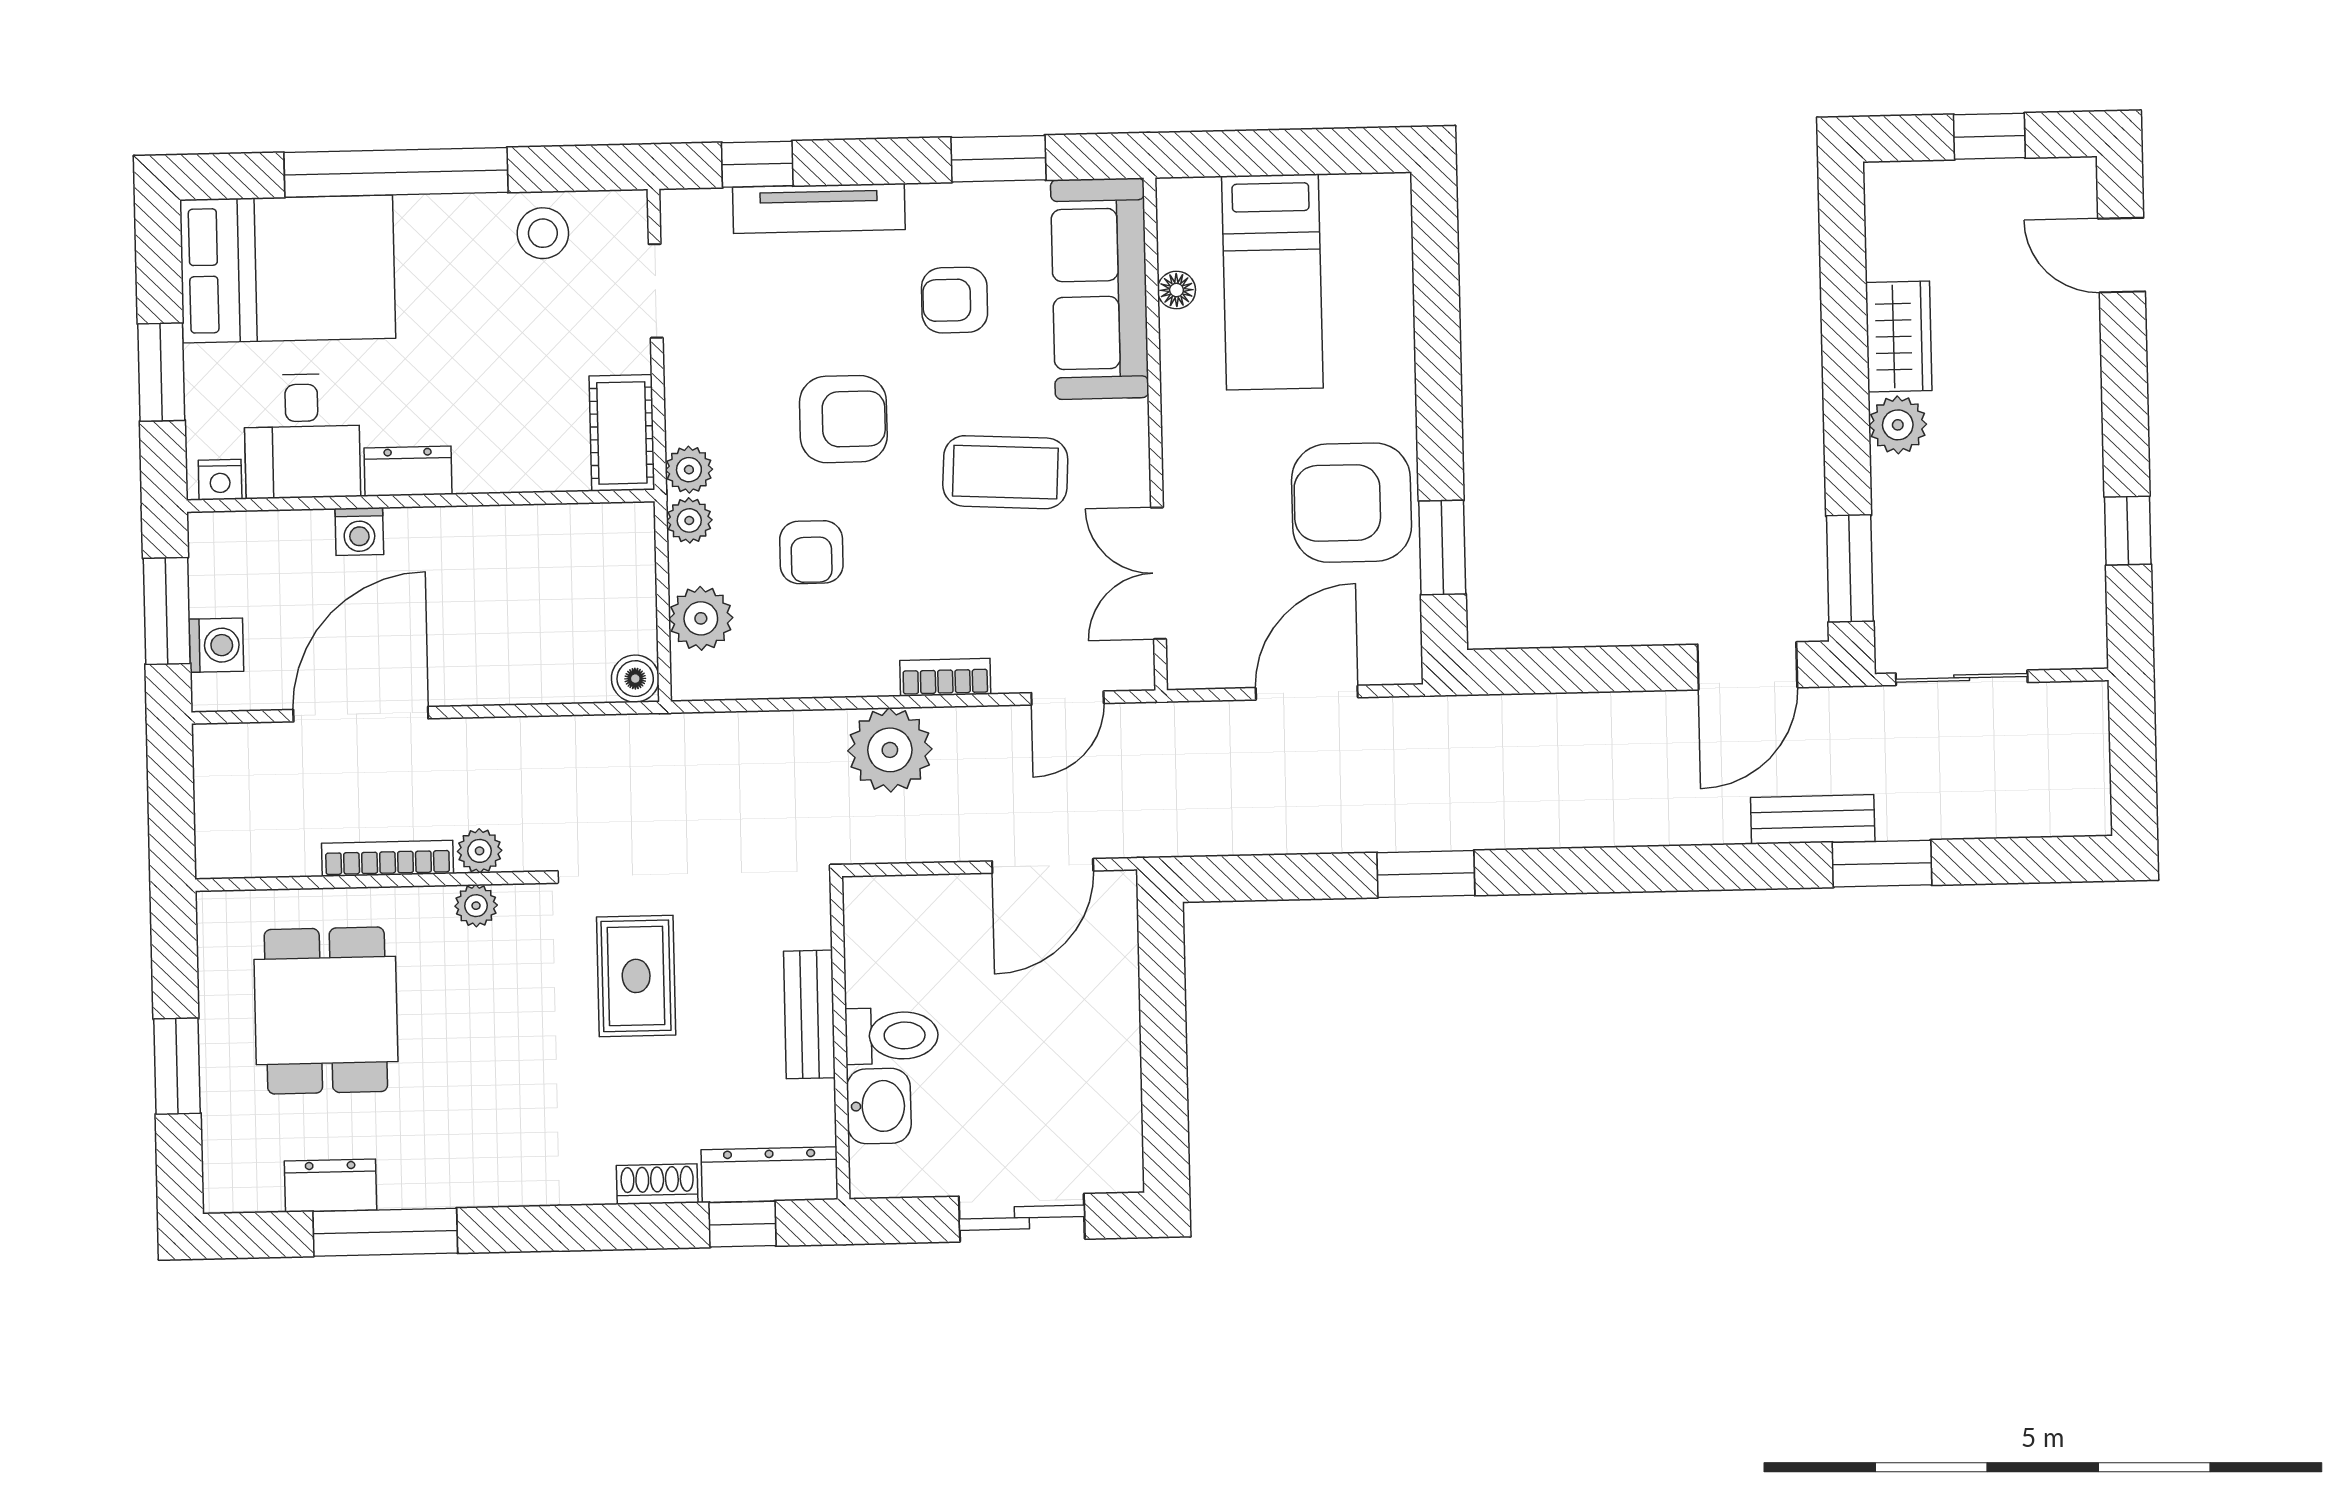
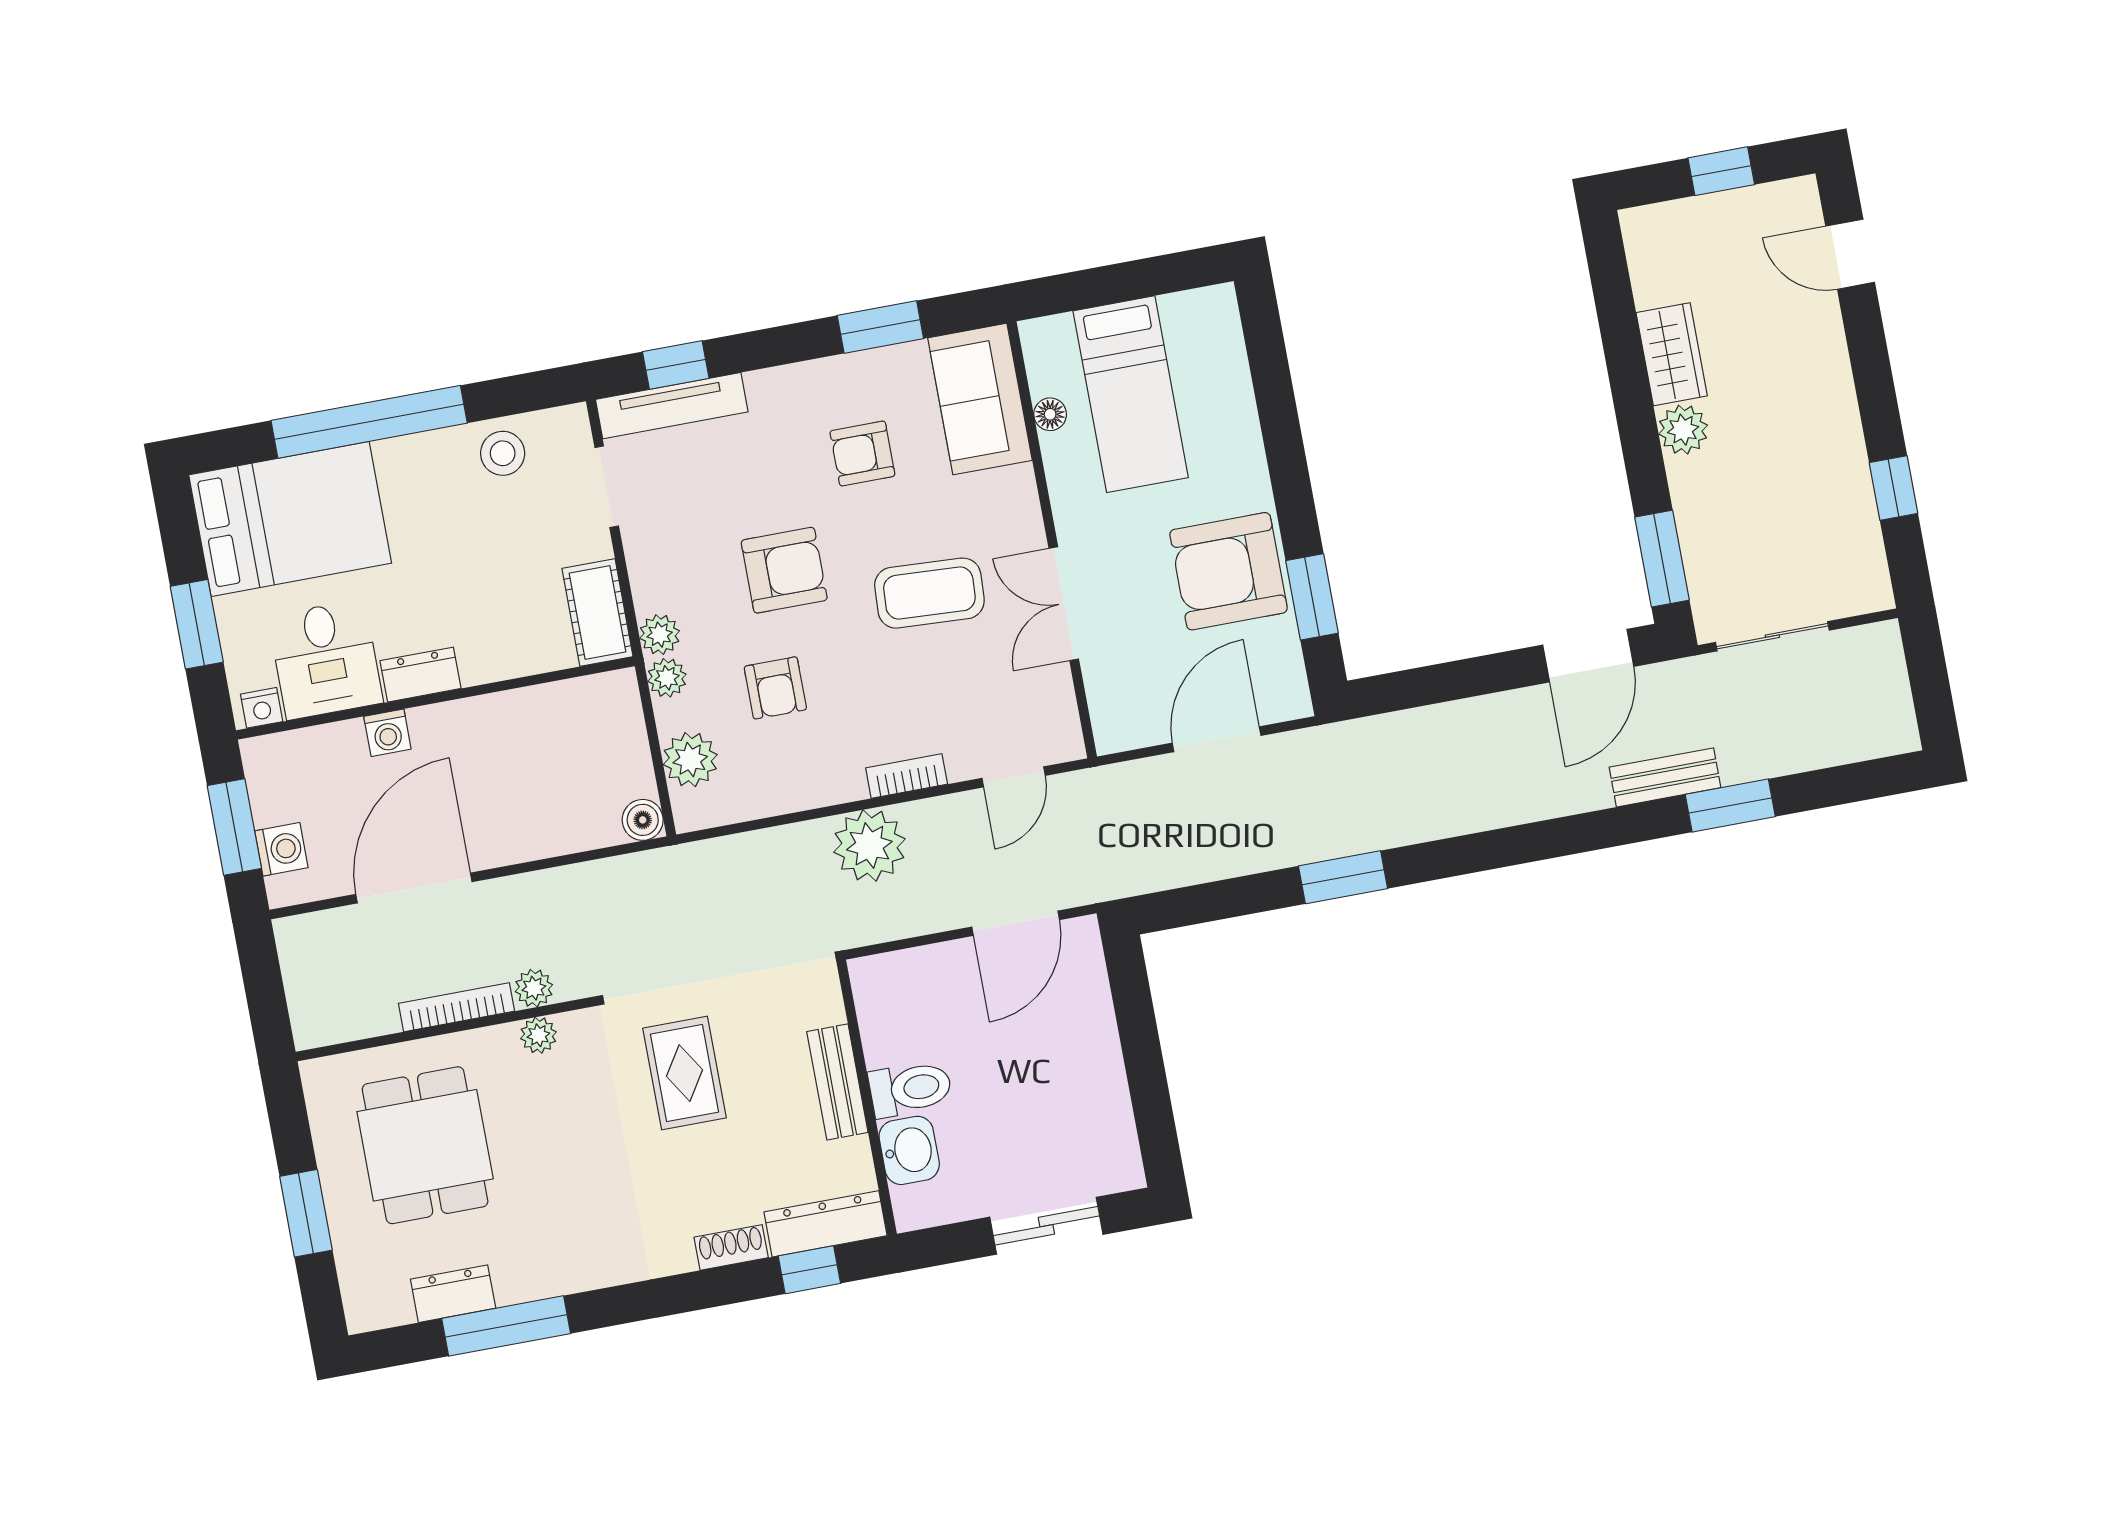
tv unit: (819, 208) -> (672, 406), moved
sofa: (1100, 289) -> (980, 399), width x0.73
double door: (1158, 573) -> (1064, 604), moved

